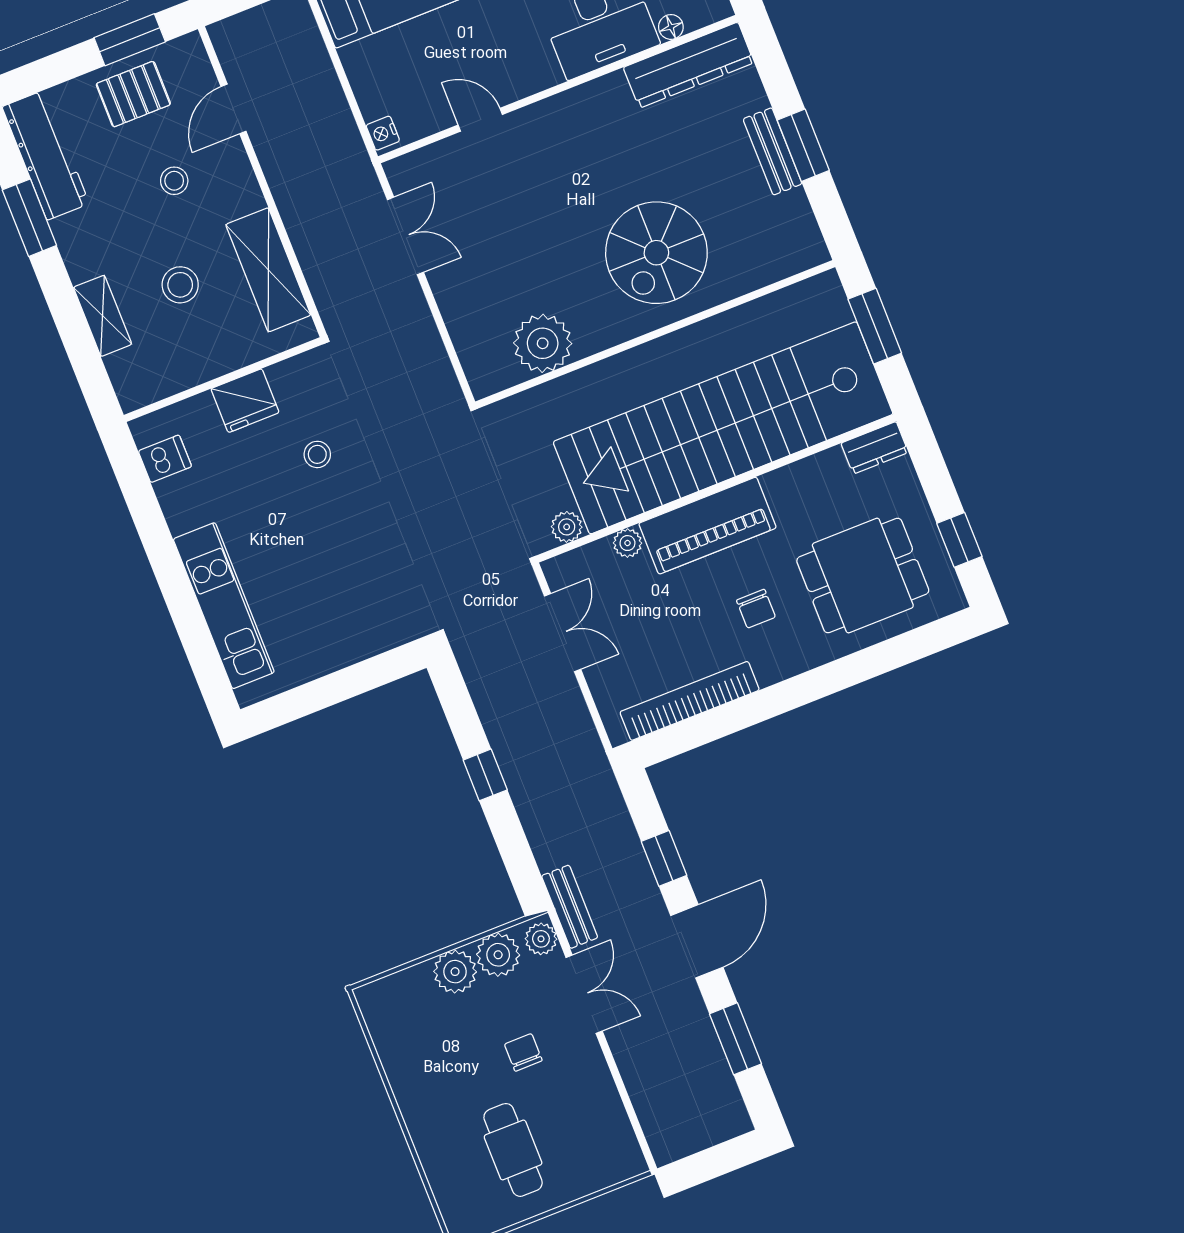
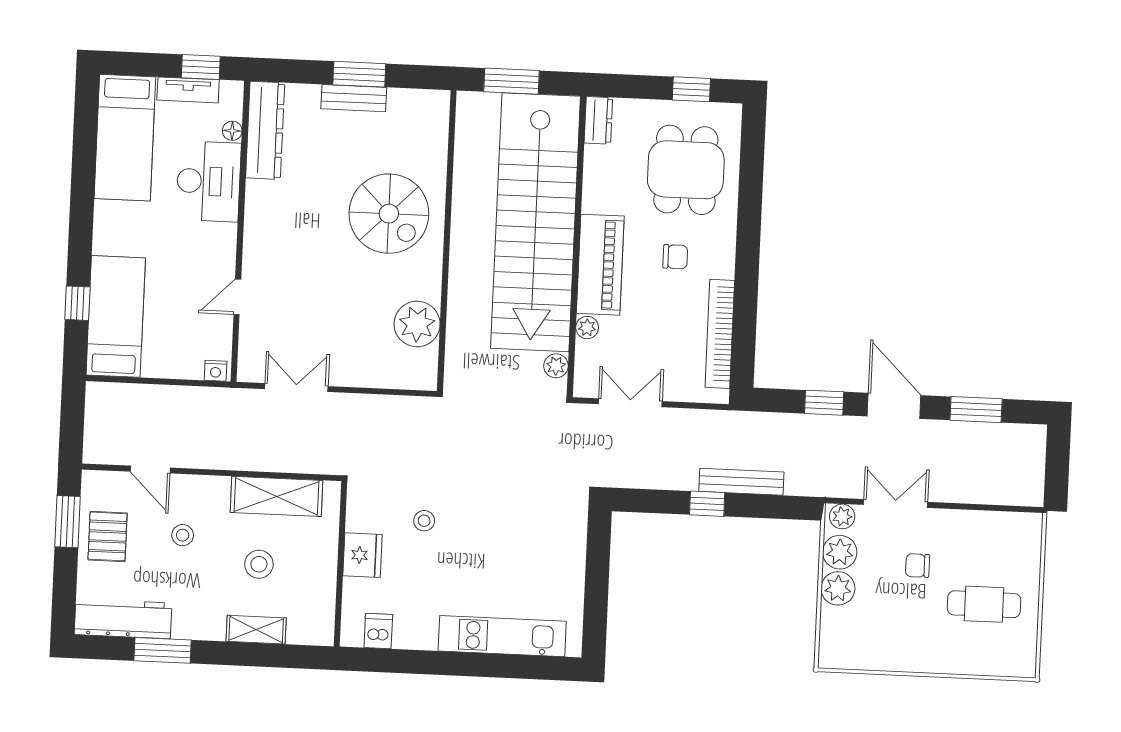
bench: (570, 907) -> (741, 482), moved, width x1.36

